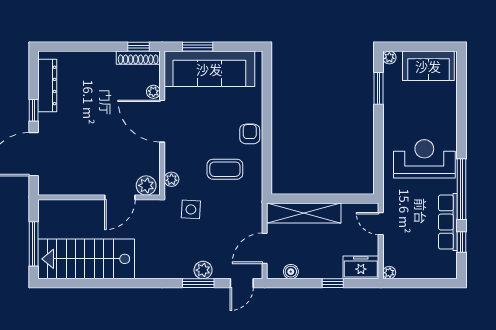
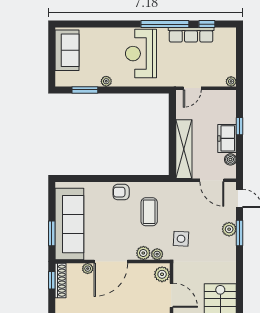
plant: (389, 57) -> (106, 81), moved
plant: (173, 162) -> (143, 253), added
freezer: (361, 267) -> (227, 138), moved

